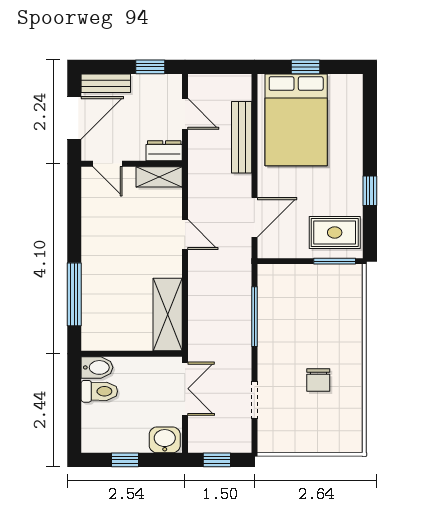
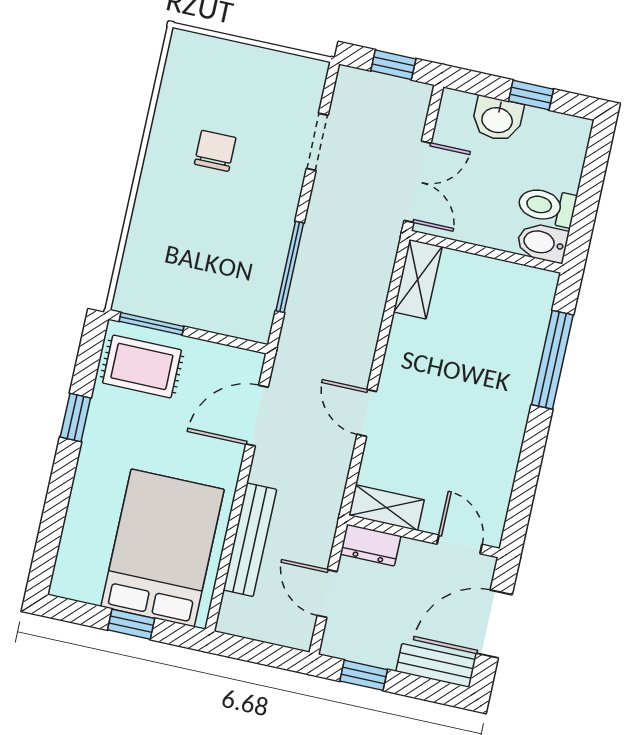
shelving: (168, 315) -> (418, 279), width x0.67, depth x0.75
double door: (185, 389) -> (418, 182), swing flipped
washbasin: (165, 440) -> (497, 119), moved

